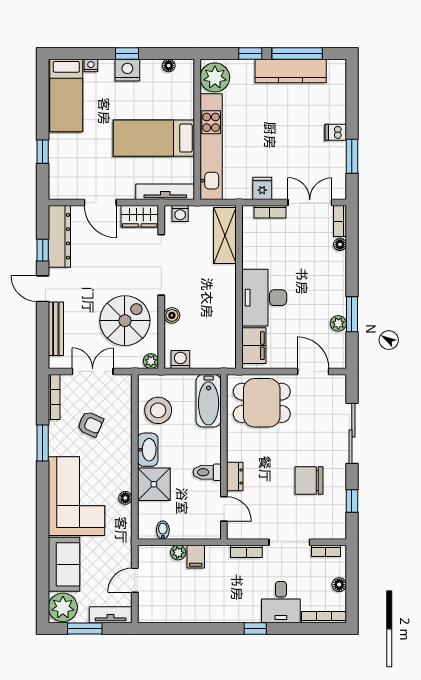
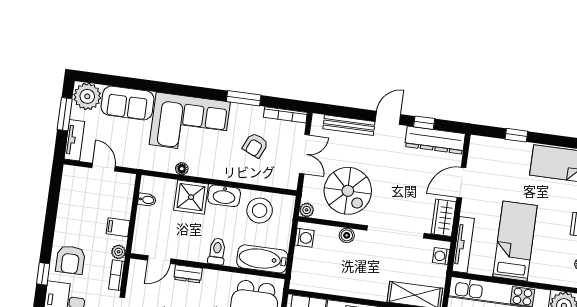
toilet: (207, 472) -> (217, 251), moved
plant: (178, 553) -> (119, 252), moved
armchair: (237, 602) -> (70, 260), added

